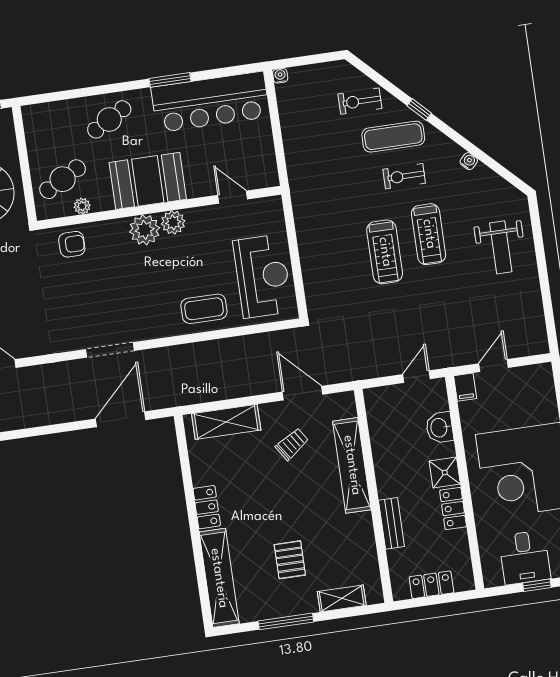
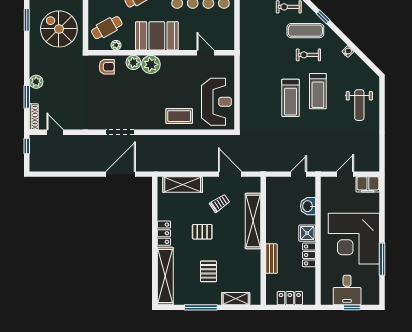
plant: (173, 222) -> (133, 62), moved
filing cabinet: (465, 387) -> (368, 184), moved, width x2.00
pallet: (270, 495) -> (202, 232), added

